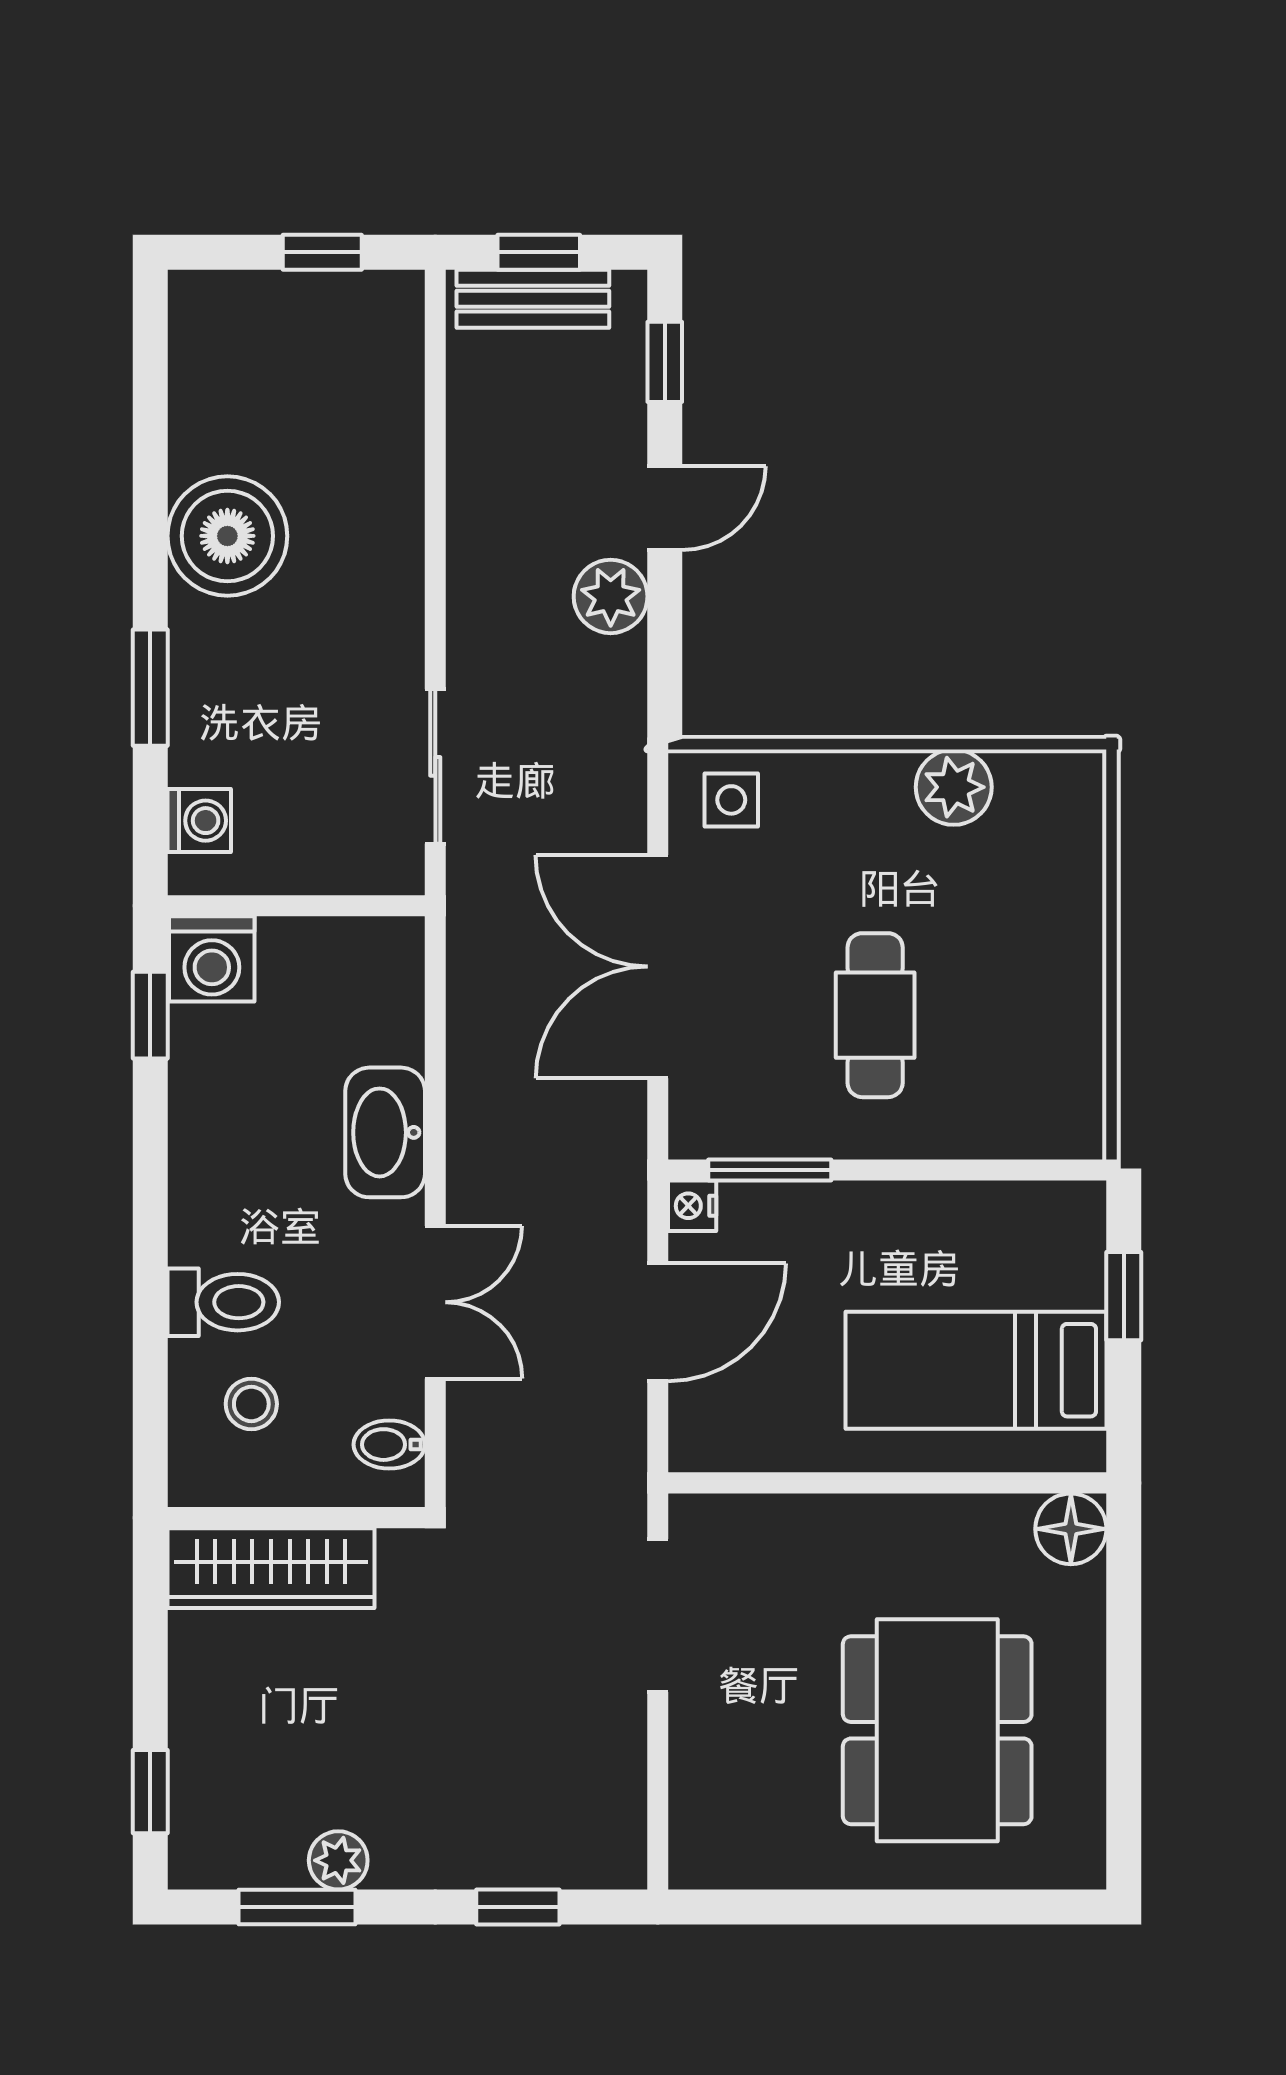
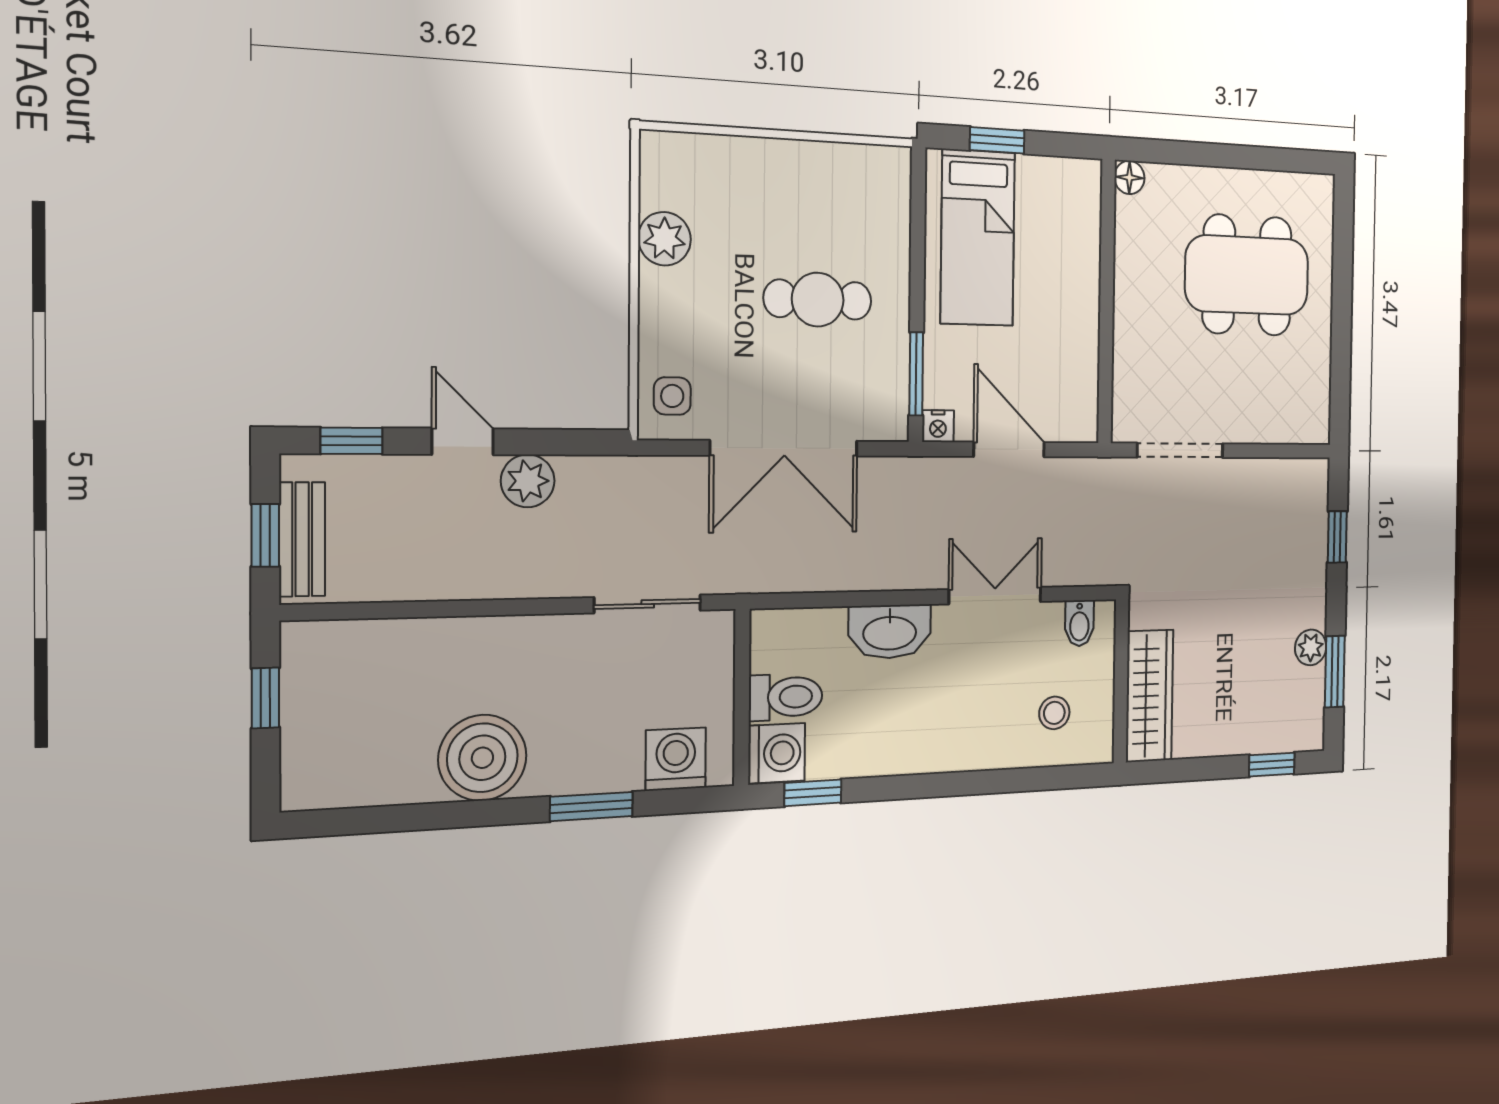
washing machine: (199, 821) -> (676, 759), width x1.38, depth x1.38
toilet: (223, 1302) -> (786, 697), moved, turned 90
bed: (976, 1370) -> (978, 238), moved
floor lamp: (1071, 1529) -> (1129, 177), width x0.73, depth x0.73

